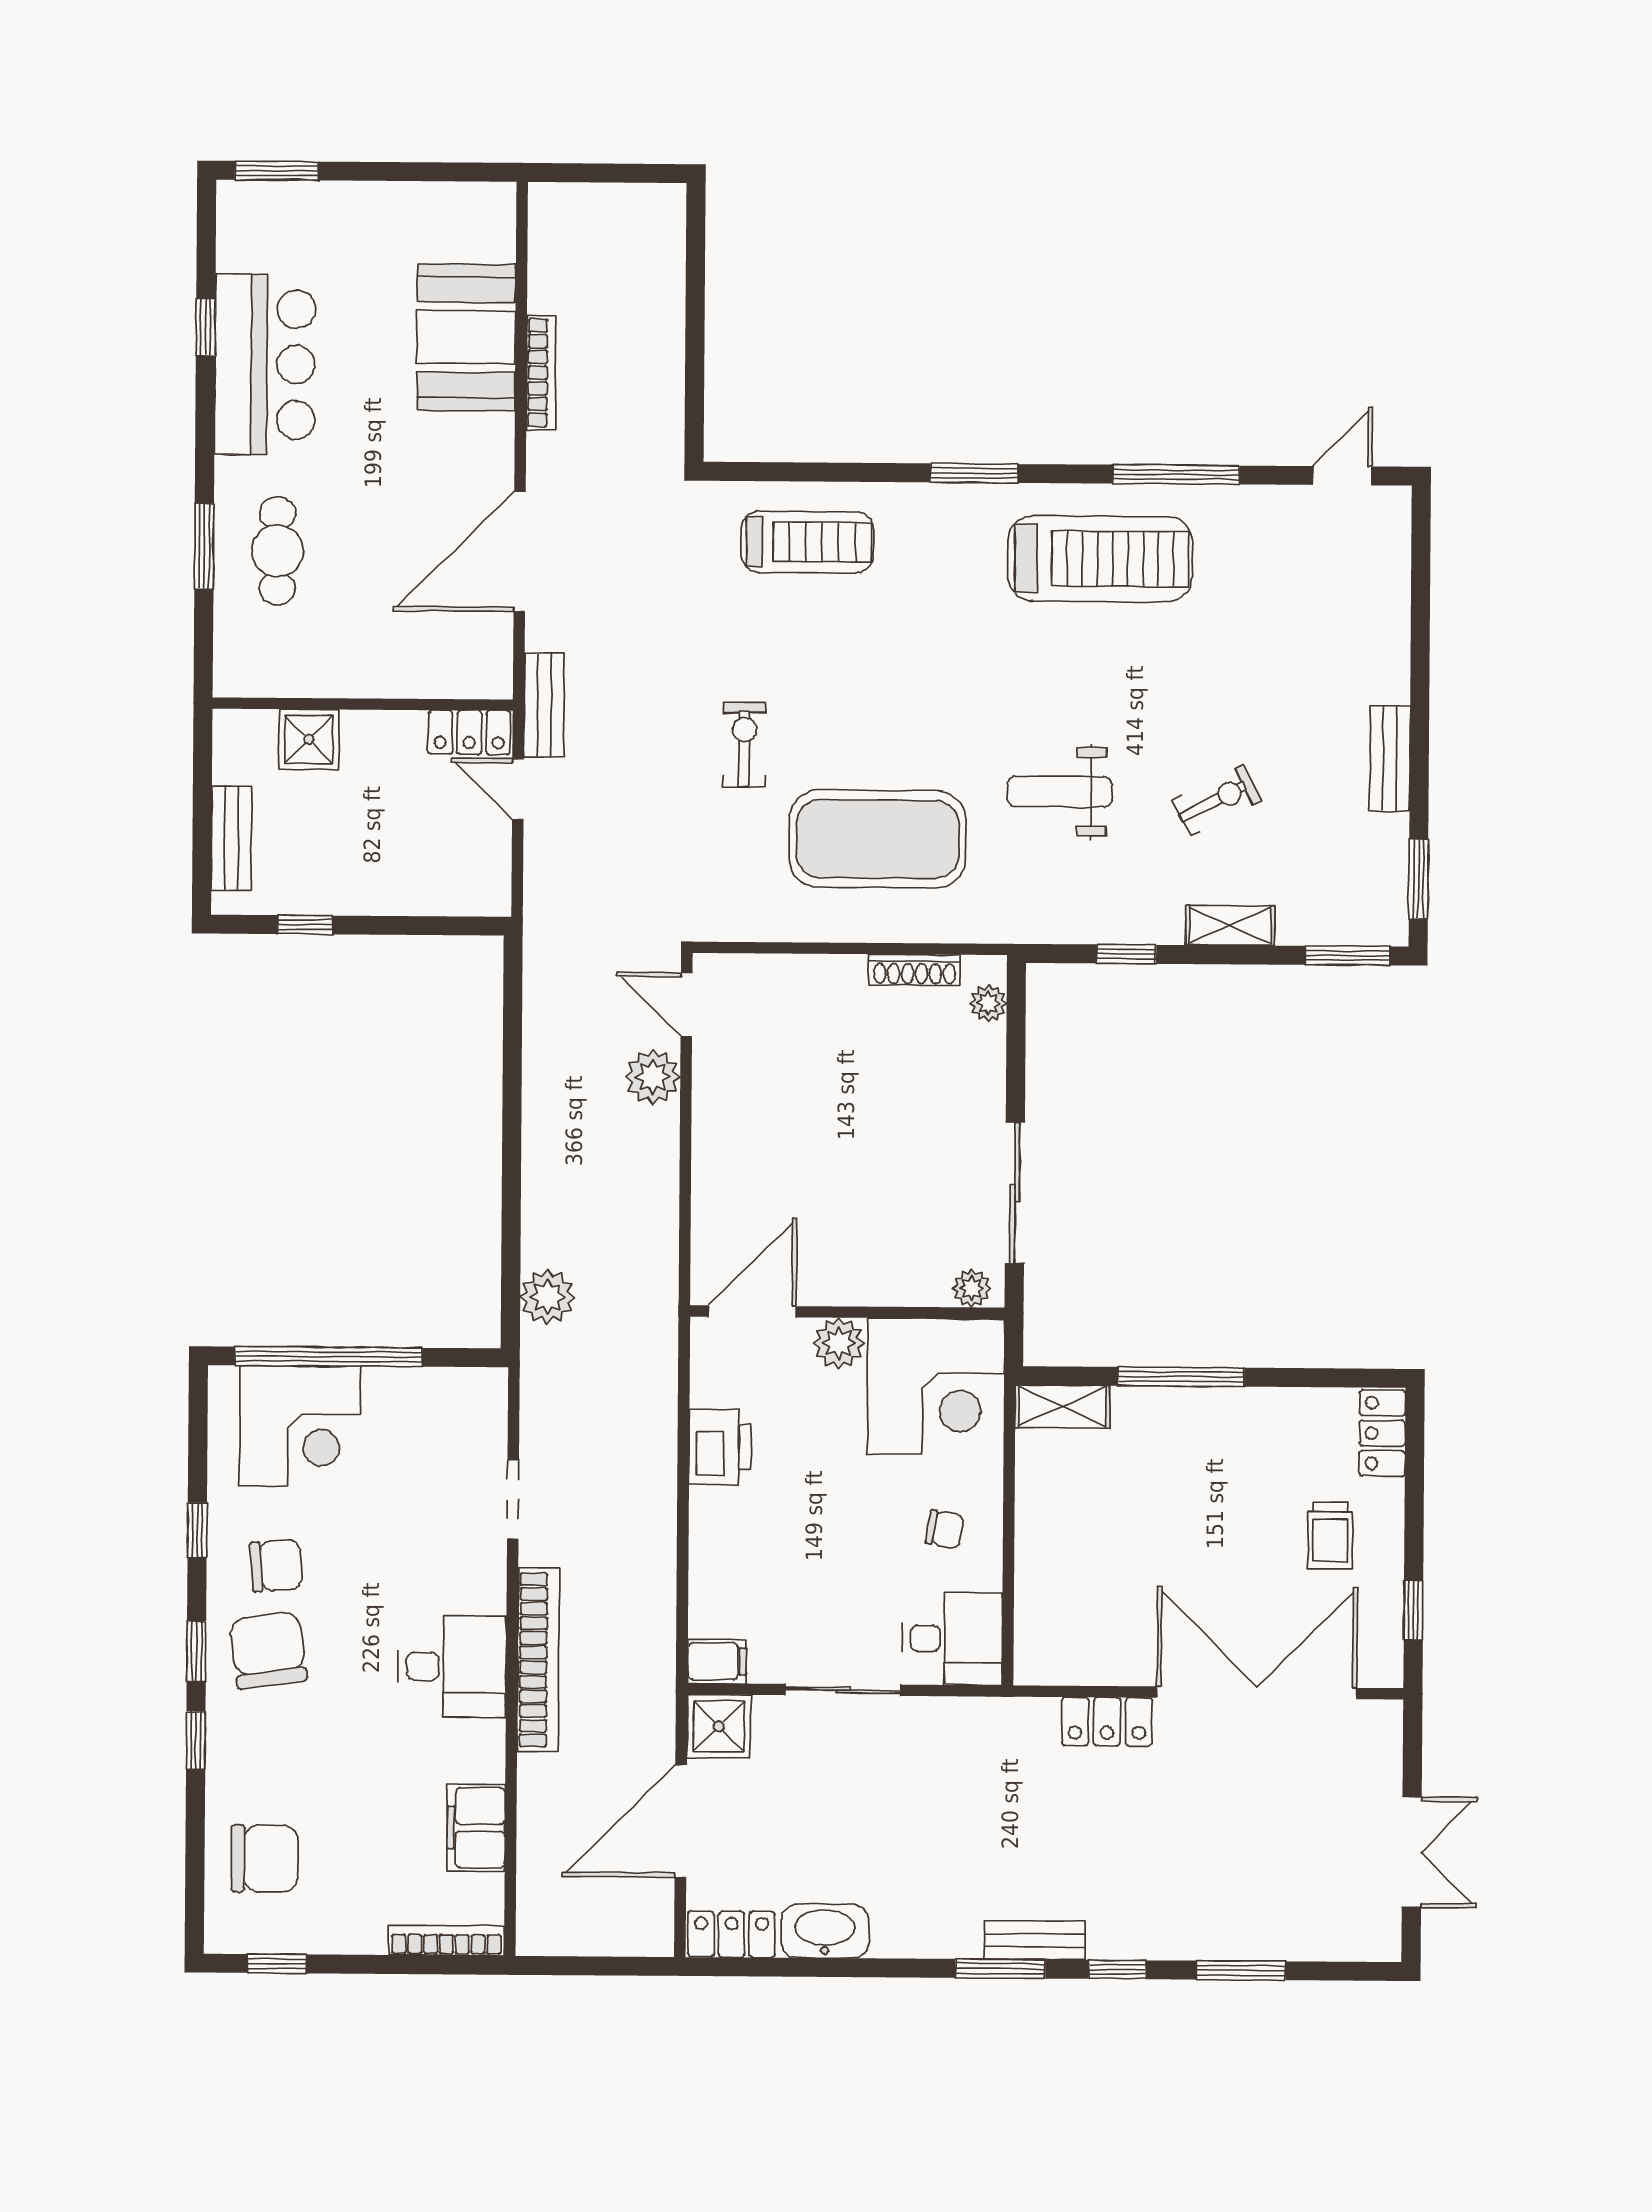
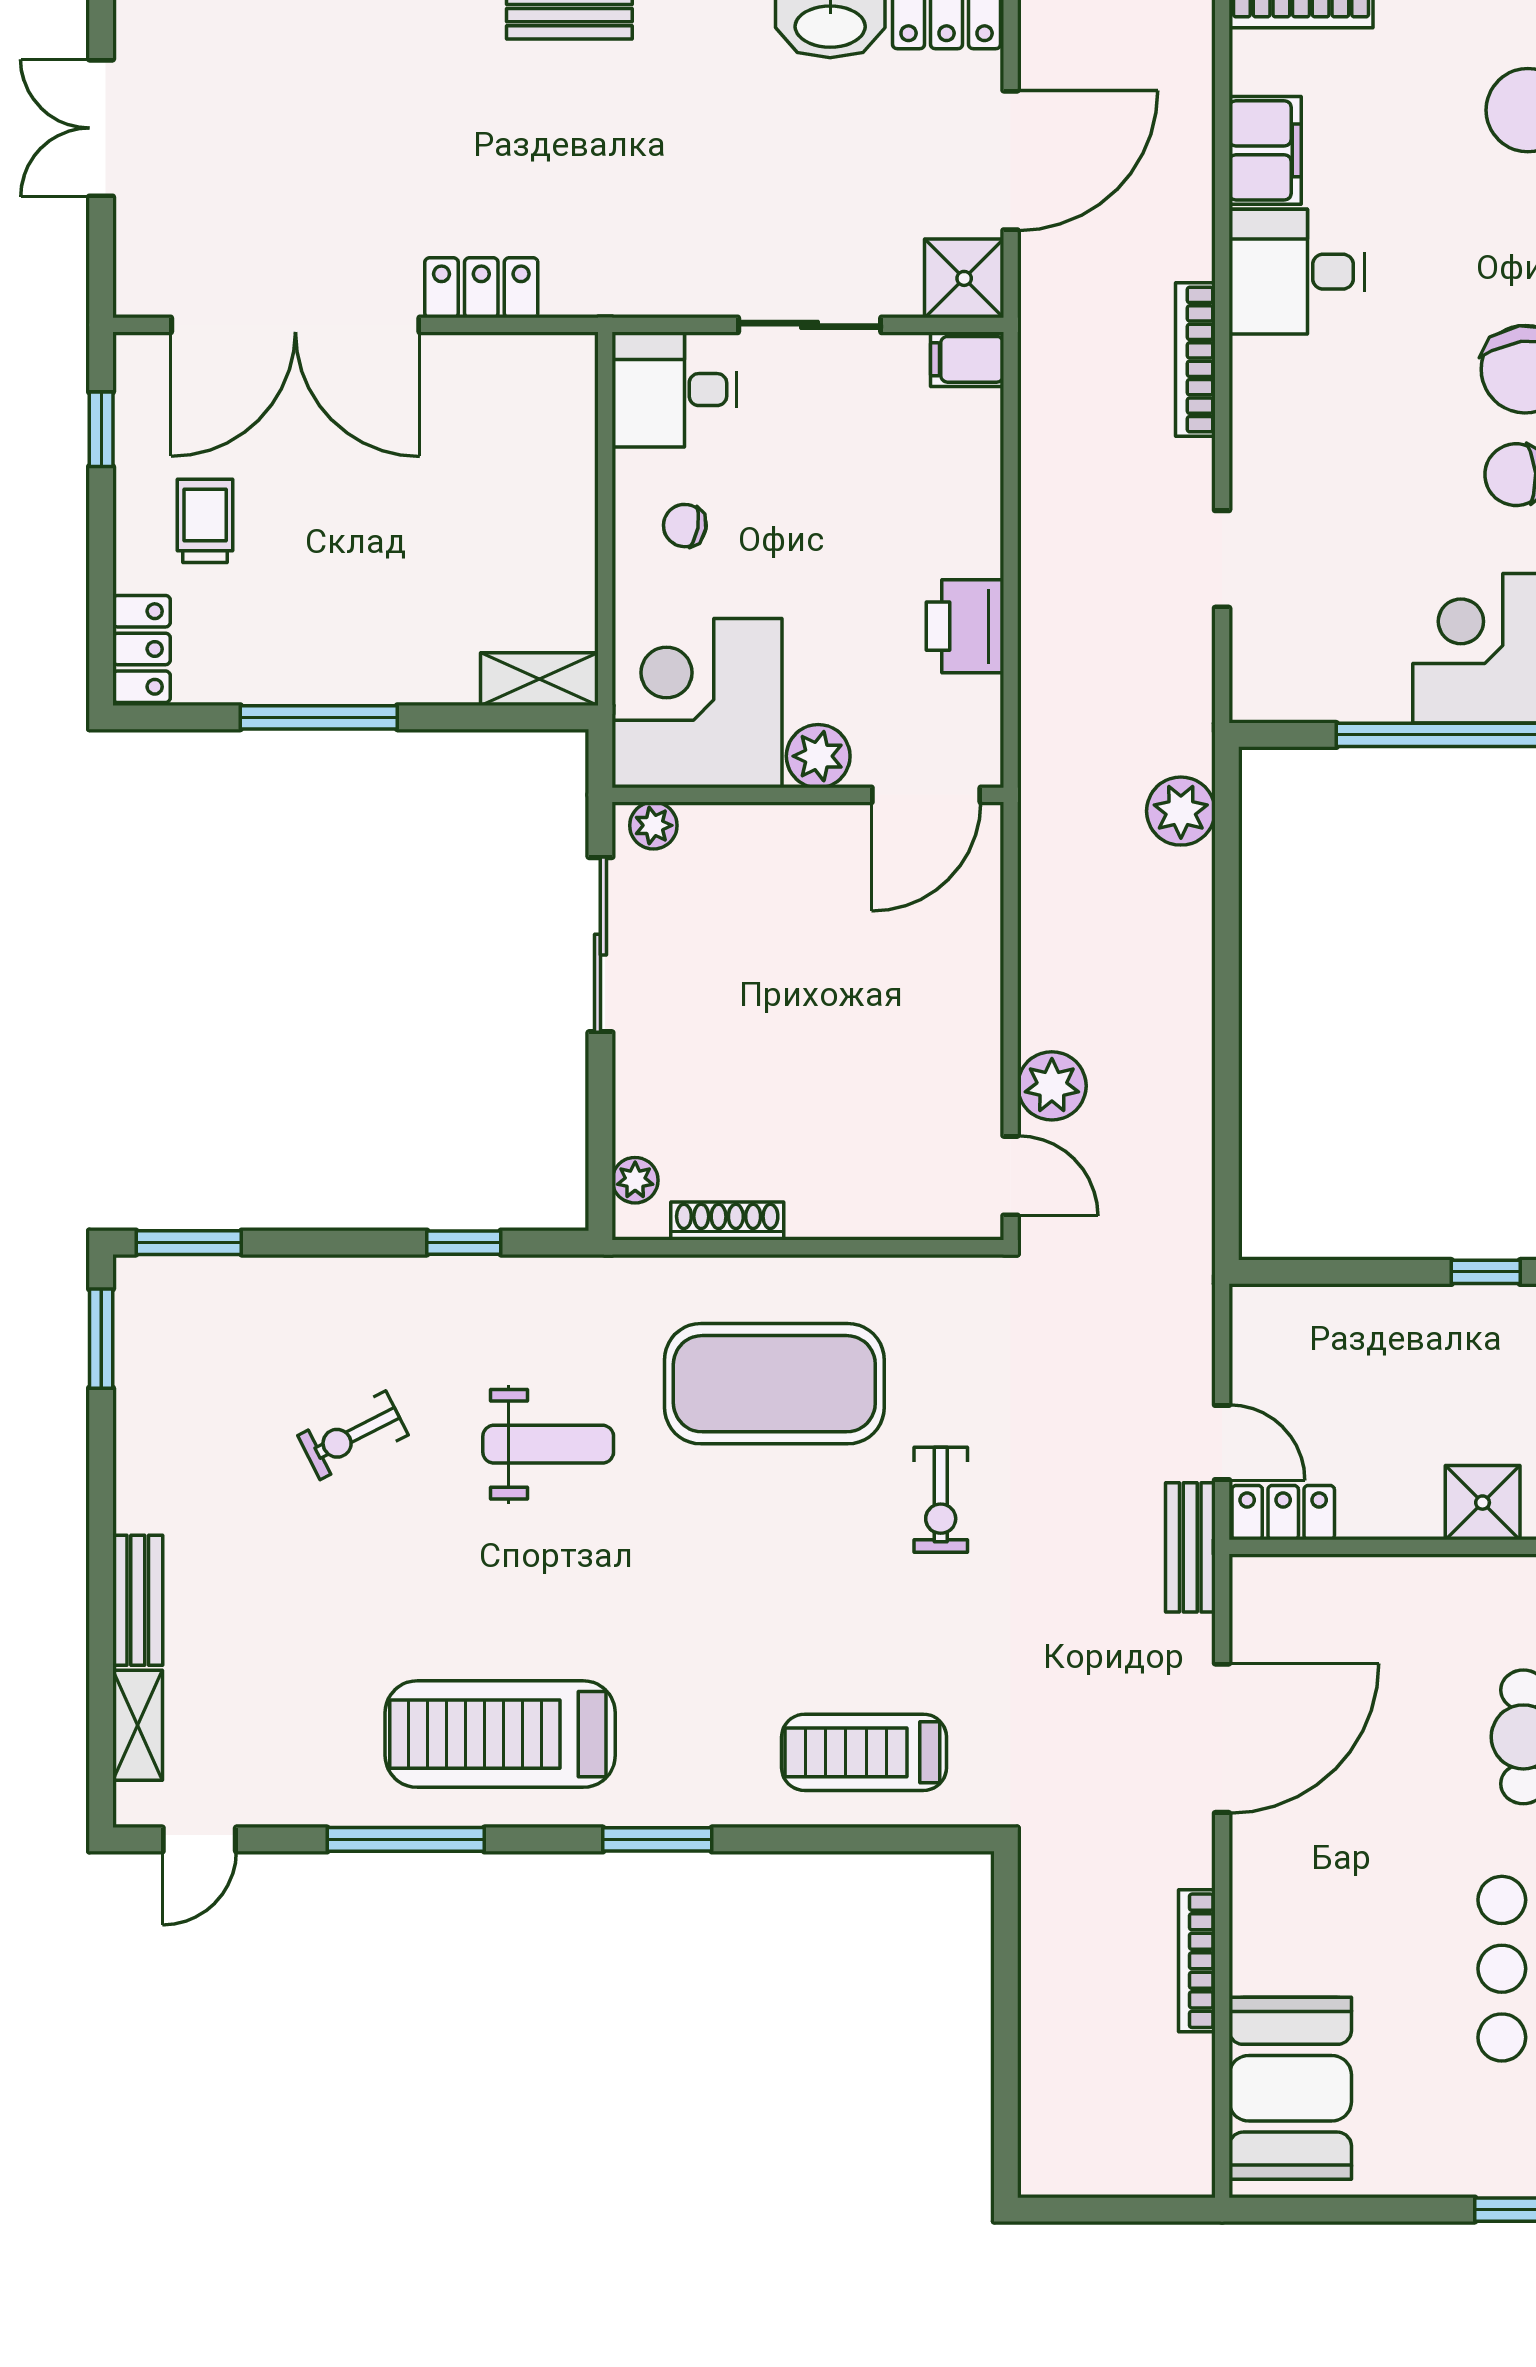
booth: (466, 337) -> (1290, 2088), moved
bench: (1390, 758) -> (138, 1600), moved
shelving: (1230, 925) -> (138, 1725), moved, turned 90
window: (1181, 1377) -> (319, 717), moved
bookcase: (538, 1660) -> (1195, 360), width x0.68, depth x0.76
desk: (452, 1666) -> (1297, 272), moved

